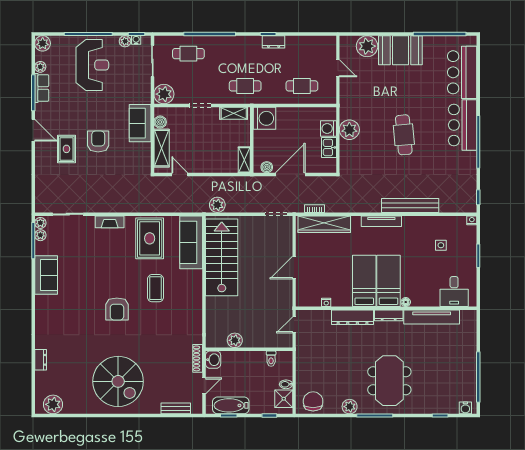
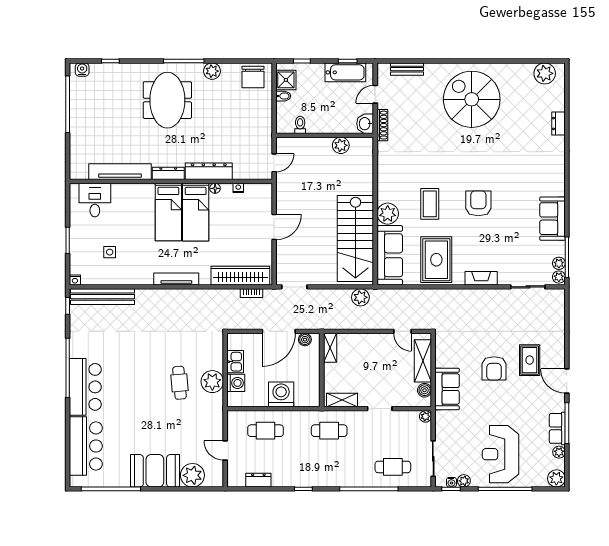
dresser: (274, 42) -> (258, 480), moved
plant: (164, 94) -> (425, 416), width x0.53, depth x0.53
washing machine: (265, 118) -> (281, 394), moved, turned 90
cafe table: (404, 135) -> (179, 383), moved, width x0.73, depth x0.74
bench: (410, 206) -> (102, 297), moved
plant: (193, 279) -> (388, 214), added
floor lamp: (406, 302) -> (215, 188), moved
armchair: (117, 309) -> (478, 203), moved

